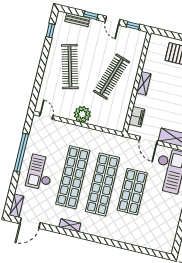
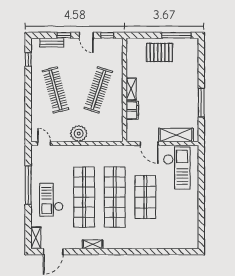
filing cabinet: (137, 117) -> (132, 110), moved

